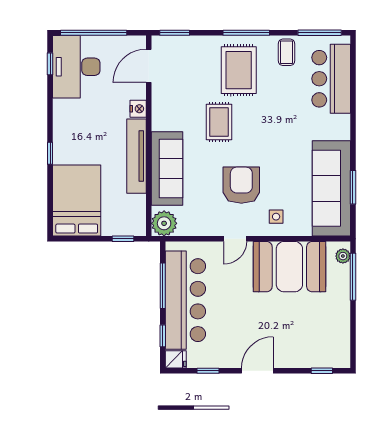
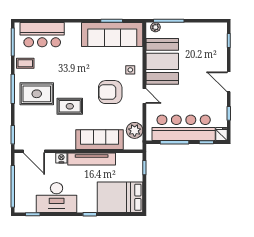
desk: (76, 67) -> (57, 198), moved
plant: (164, 223) -> (135, 130), moved

